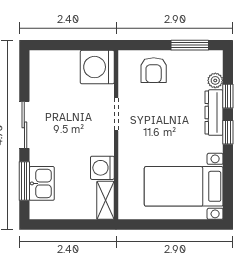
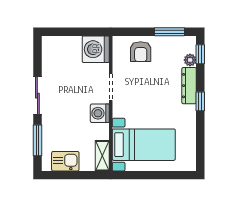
window: (228, 96) -> (200, 54), moved
washing machine: (102, 168) -> (100, 113), moved
kitchen sink: (42, 183) -> (65, 161), moved, turned -90
bed with nightstands: (184, 186) -> (144, 145), moved, turned 180

